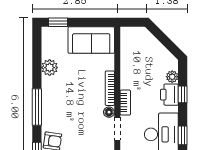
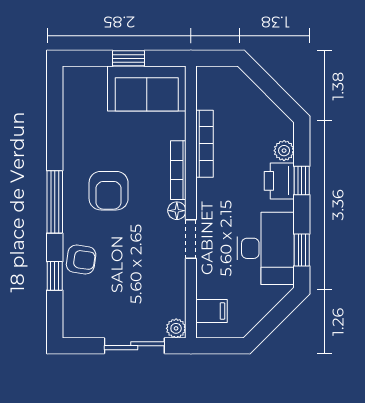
window: (58, 22) -> (129, 58), moved
plant: (50, 68) -> (76, 135), removed
armchair: (69, 100) -> (109, 191), added
bookcase: (125, 103) -> (205, 144), moved, width x1.56

